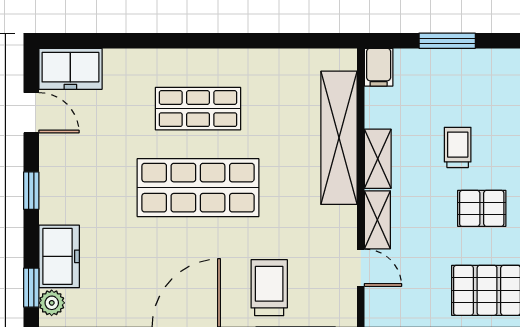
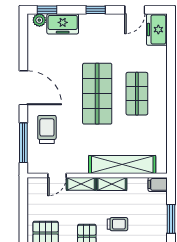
trolley: (269, 288) -> (47, 129), turned -90

